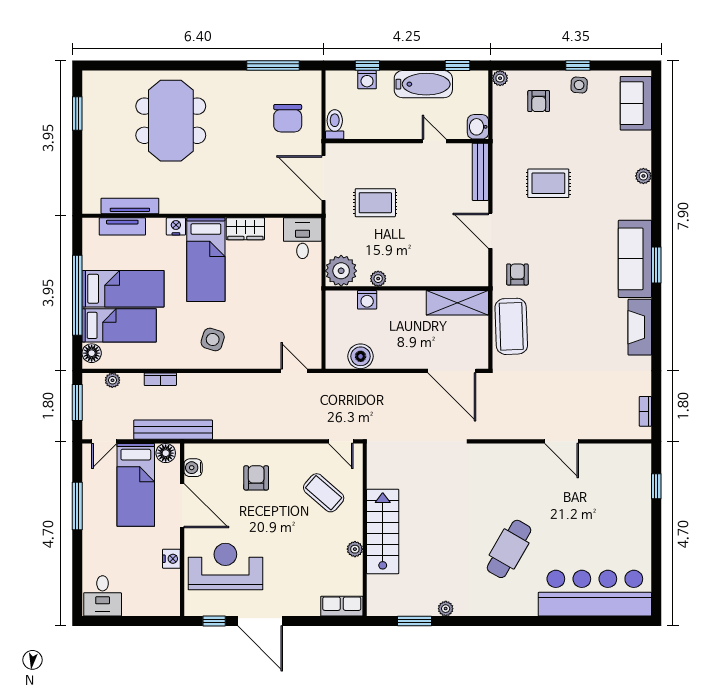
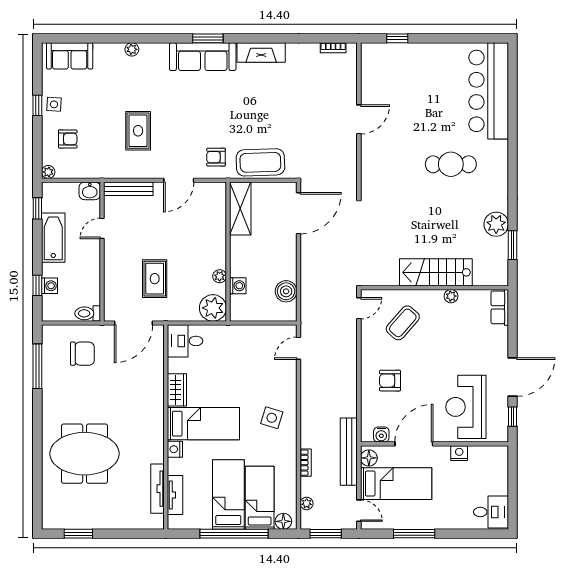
cafe table: (509, 549) -> (451, 164), turned -30
plant: (446, 609) -> (496, 224), width x1.88, depth x1.88

